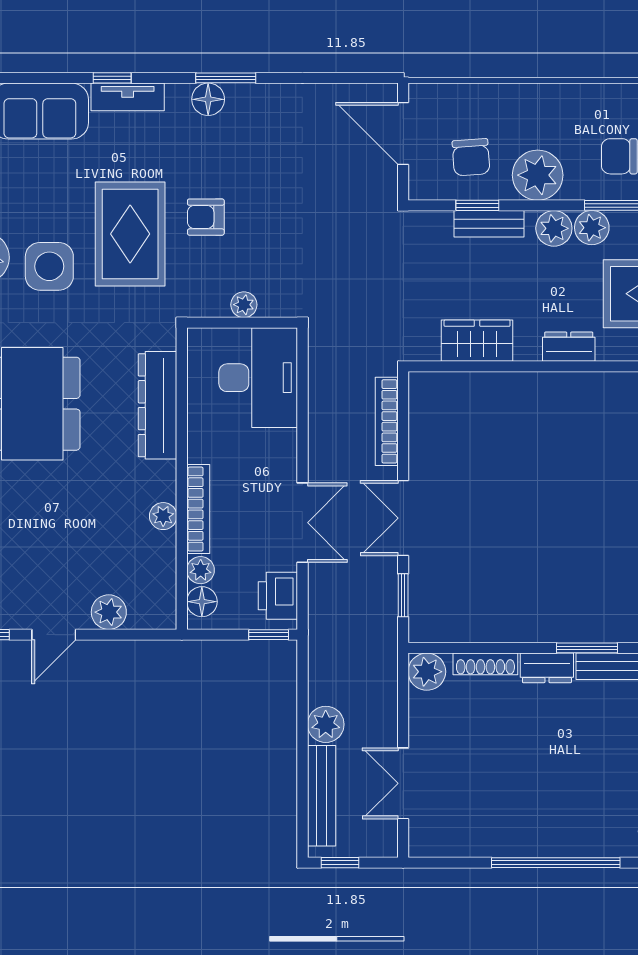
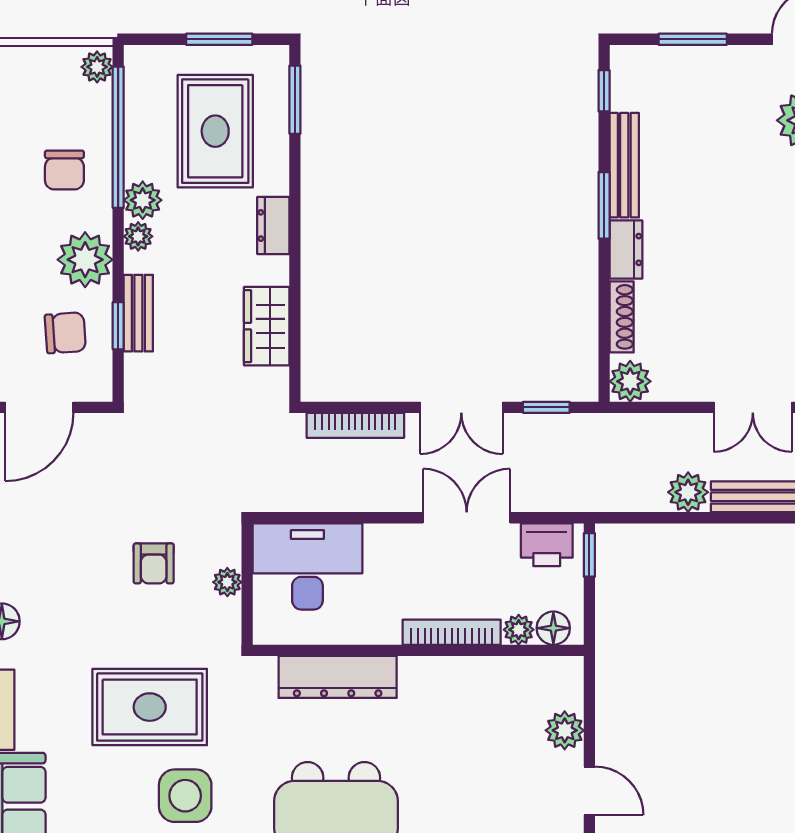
armchair: (206, 217) -> (154, 563), moved
plant: (554, 228) -> (138, 236), width x0.73, depth x0.73
plant: (163, 516) -> (459, 671), removed

